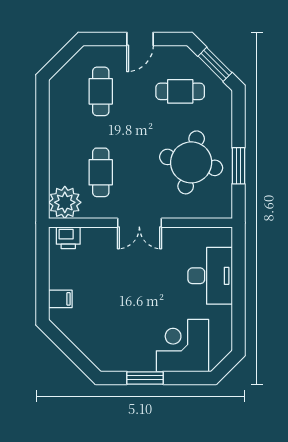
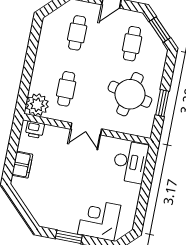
cafe table: (180, 91) -> (132, 44), turned 90
desk: (210, 276) -> (130, 162), moved
filing cabinet: (60, 299) -> (22, 165), width x2.00

